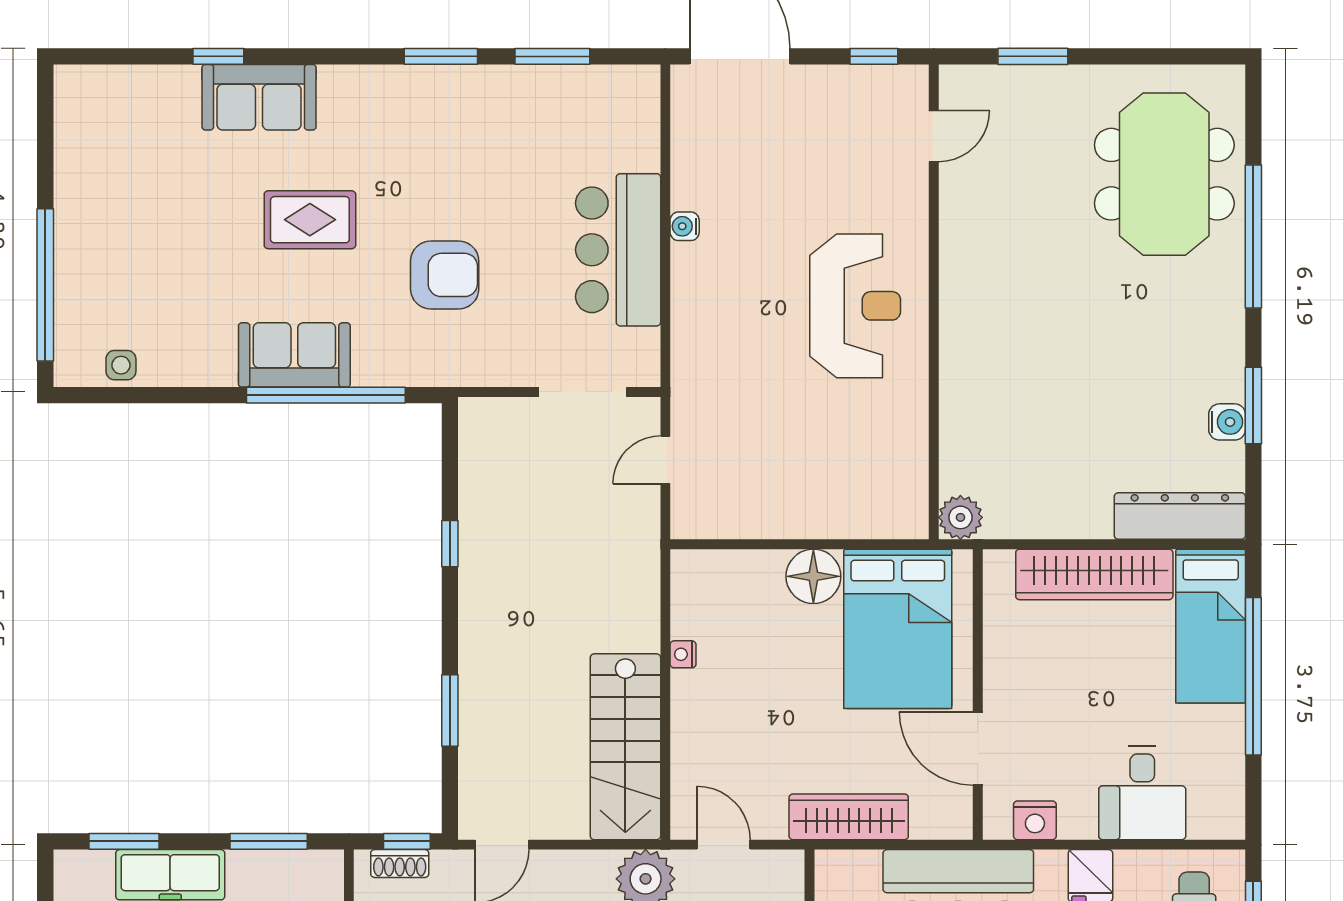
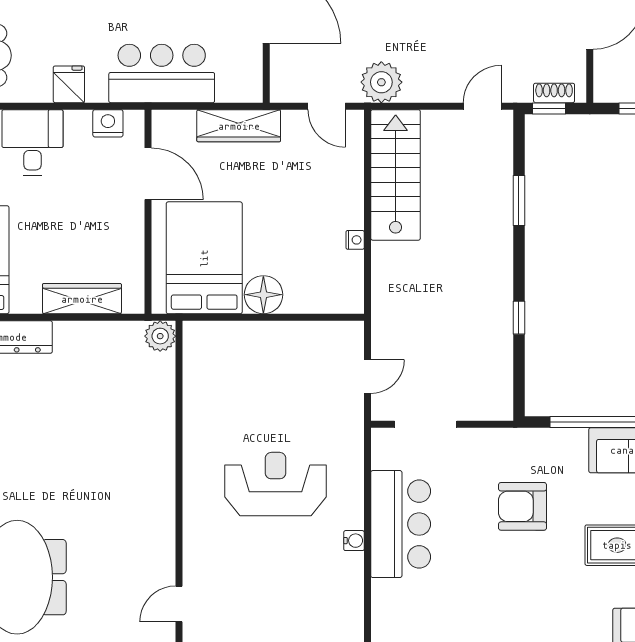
reception desk: (855, 306) -> (275, 484), moved, turned 90
wardrobe: (1094, 574) -> (82, 299), width x0.71, depth x0.85

